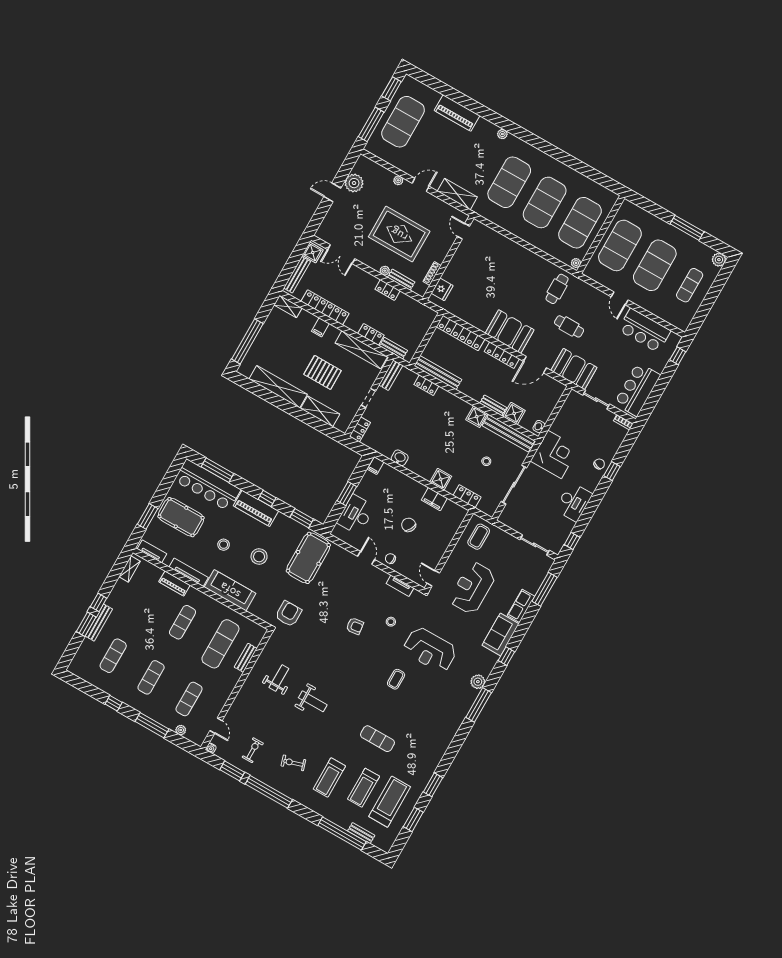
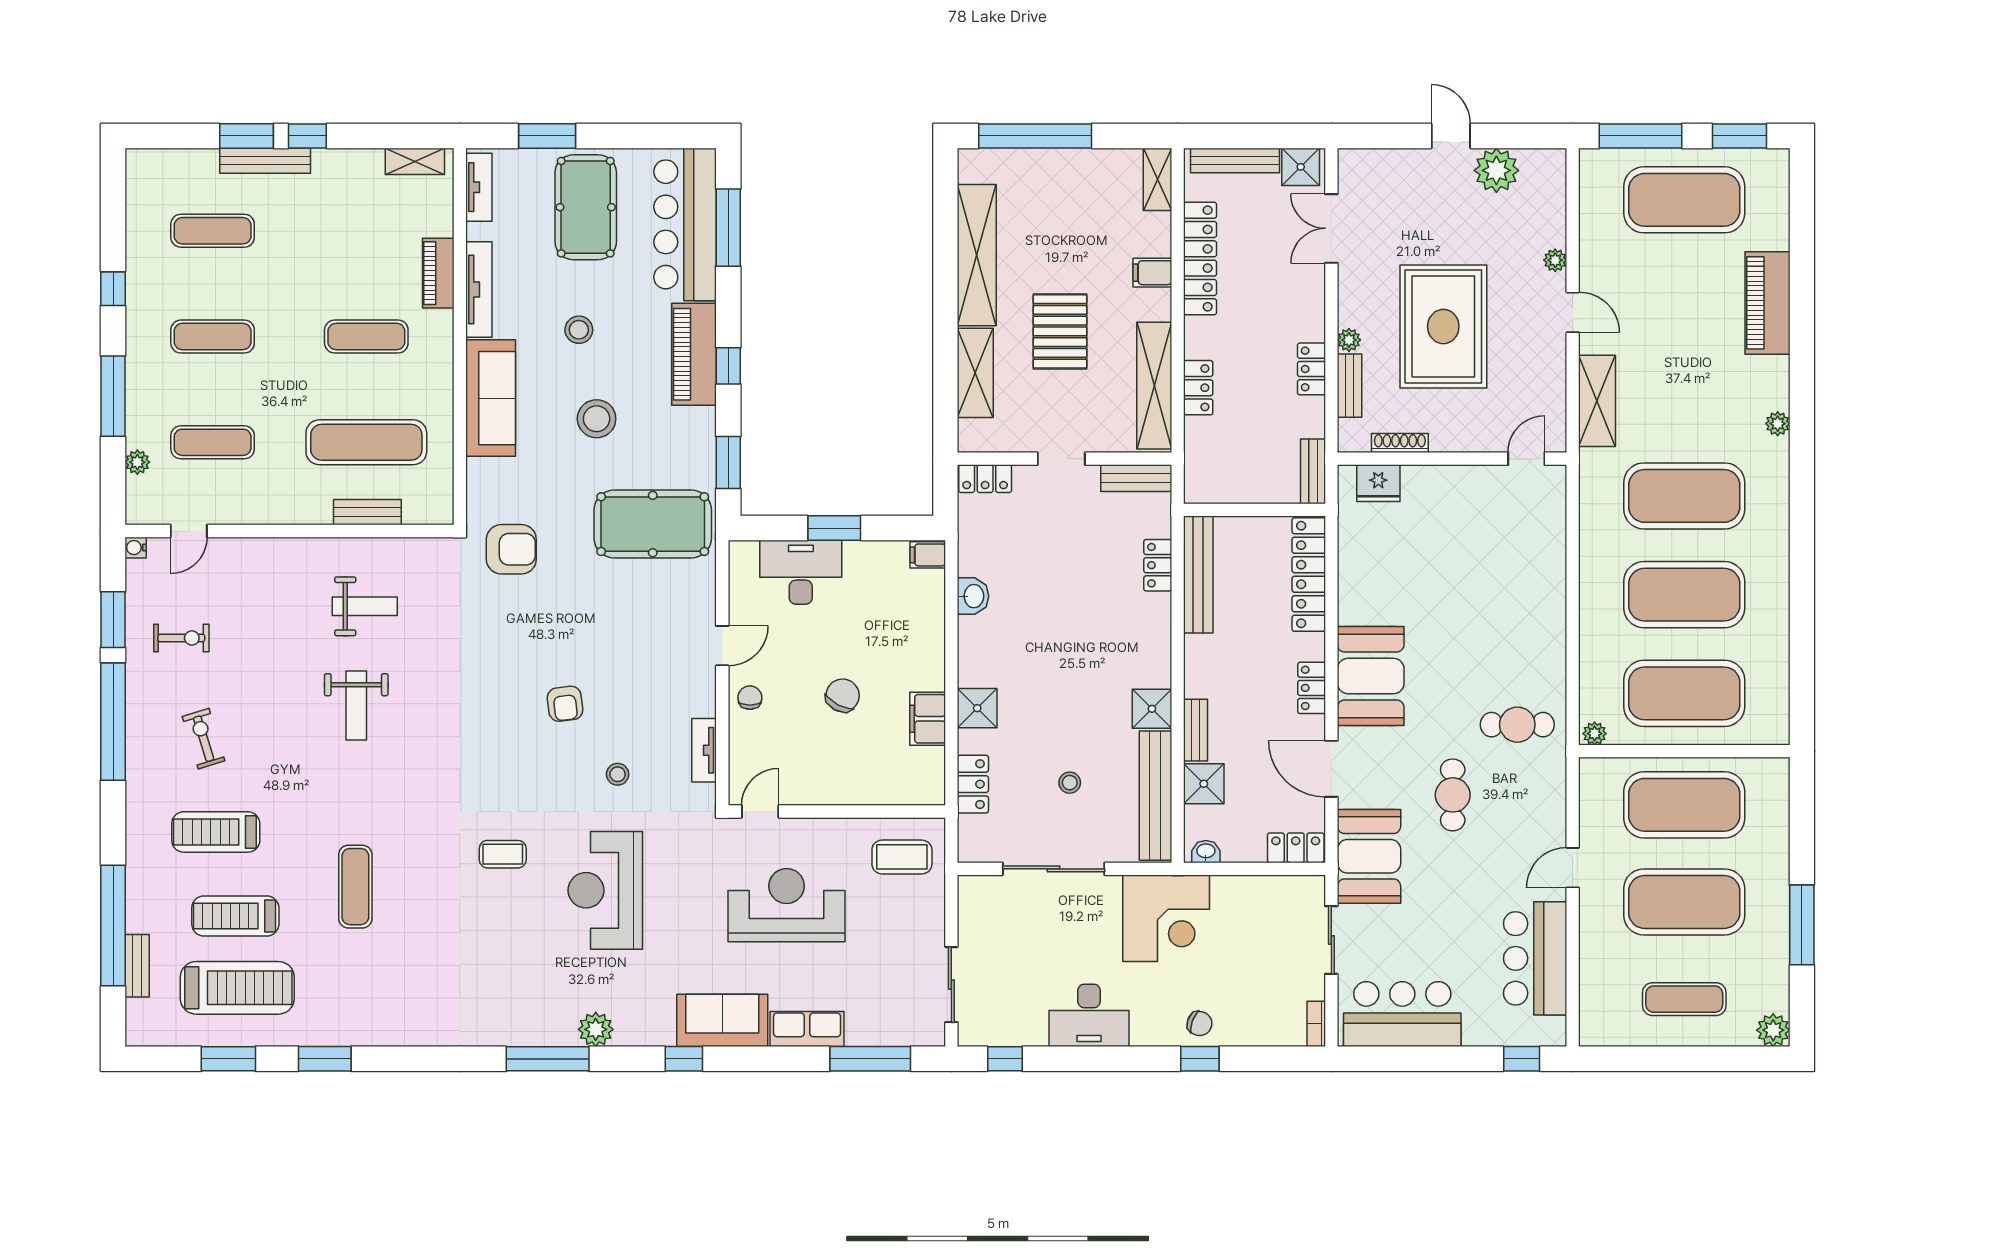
bench: (393, 348) -> (1313, 471), moved
locker: (502, 355) -> (1312, 688), width x0.66
locker: (556, 394) -> (1296, 848), added

